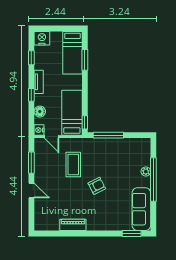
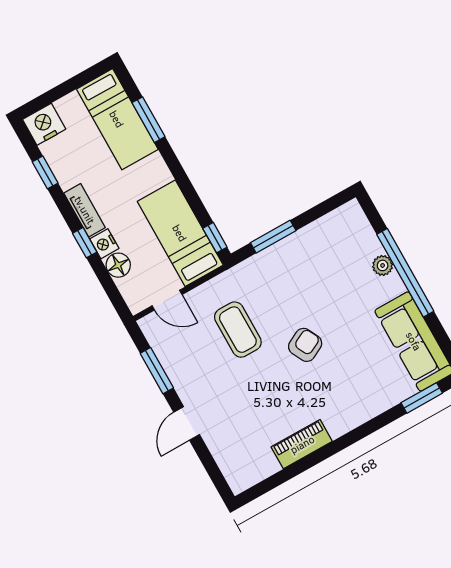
nightstand: (39, 130) -> (104, 244), moved
window: (108, 135) -> (273, 237), width x0.69
door: (31, 191) -> (187, 423), swing flipped

